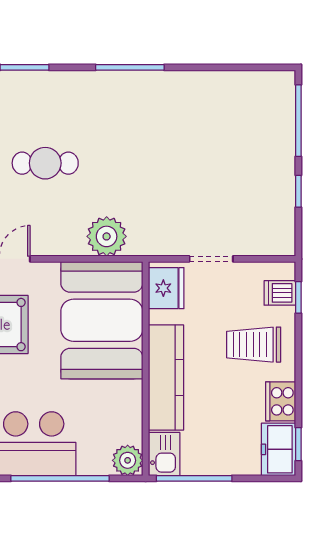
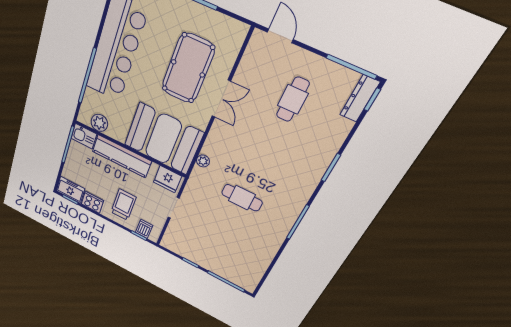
cafe table: (45, 163) -> (242, 198), moved, turned 90
plant: (107, 236) -> (203, 161), width x0.53, depth x0.53
plant: (128, 460) -> (99, 123), moved

